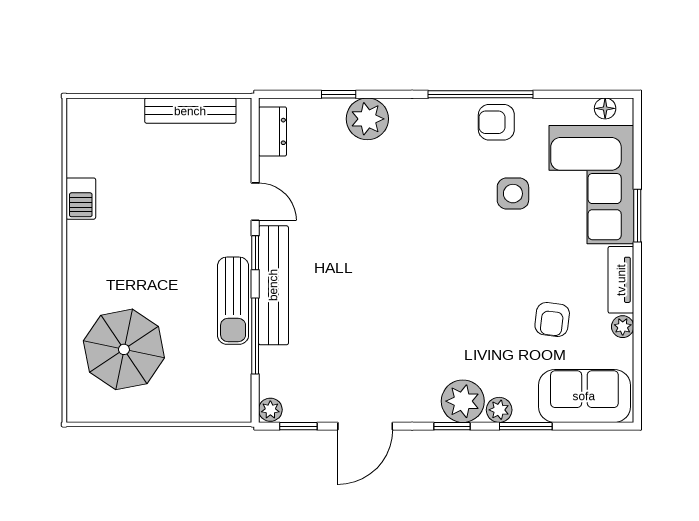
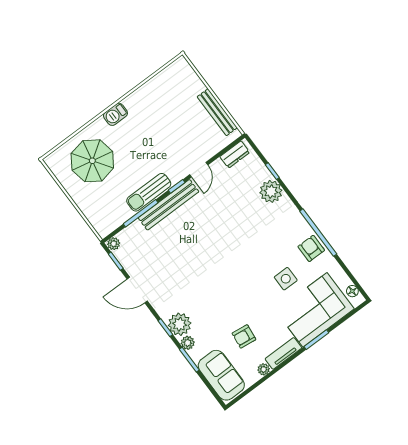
barbecue: (81, 199) -> (115, 114), moved

